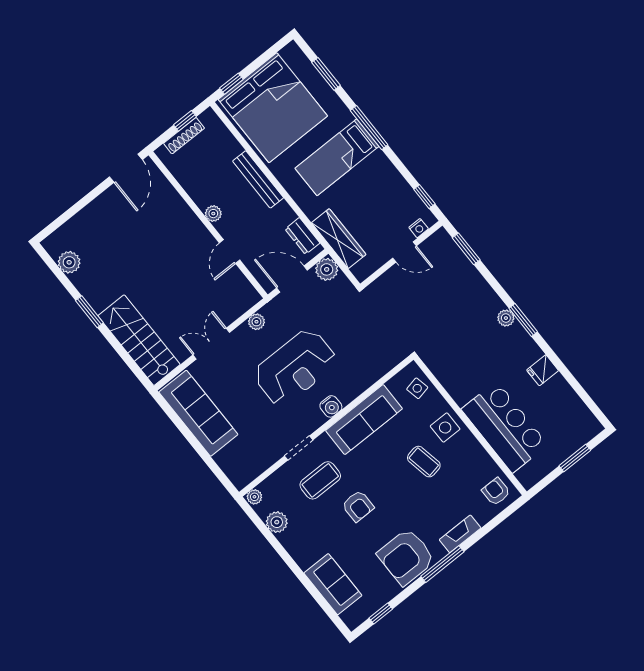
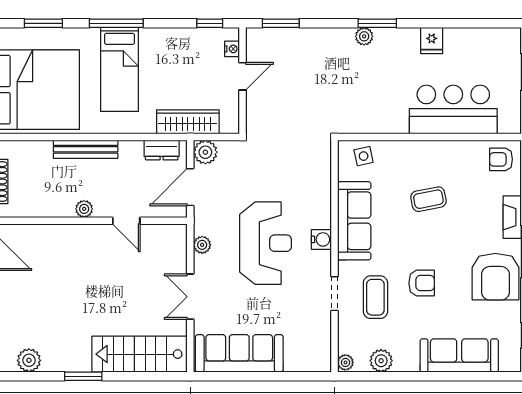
side table: (445, 428) -> (414, 159), removed
sofa: (333, 584) -> (459, 355), width x1.36

